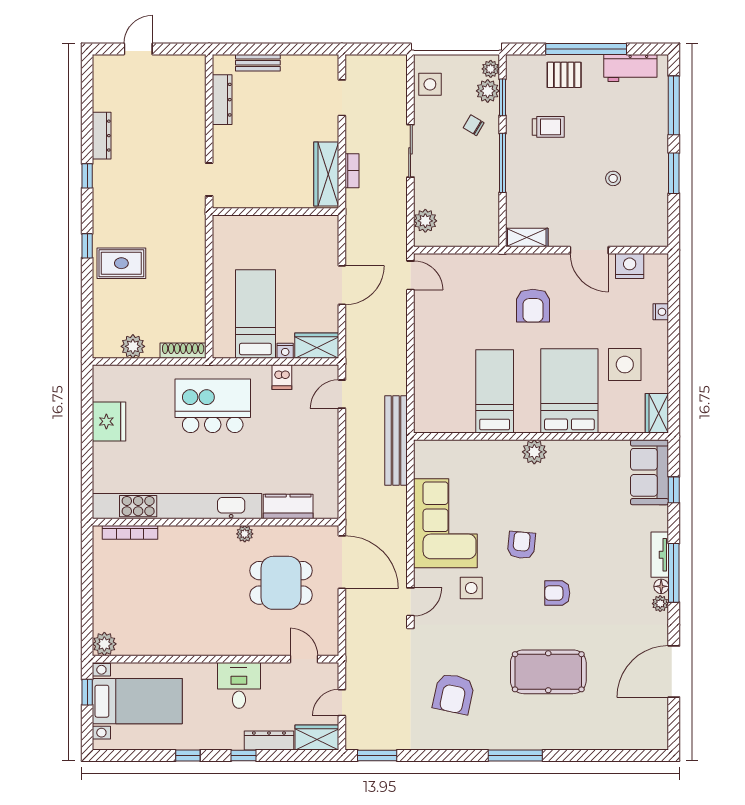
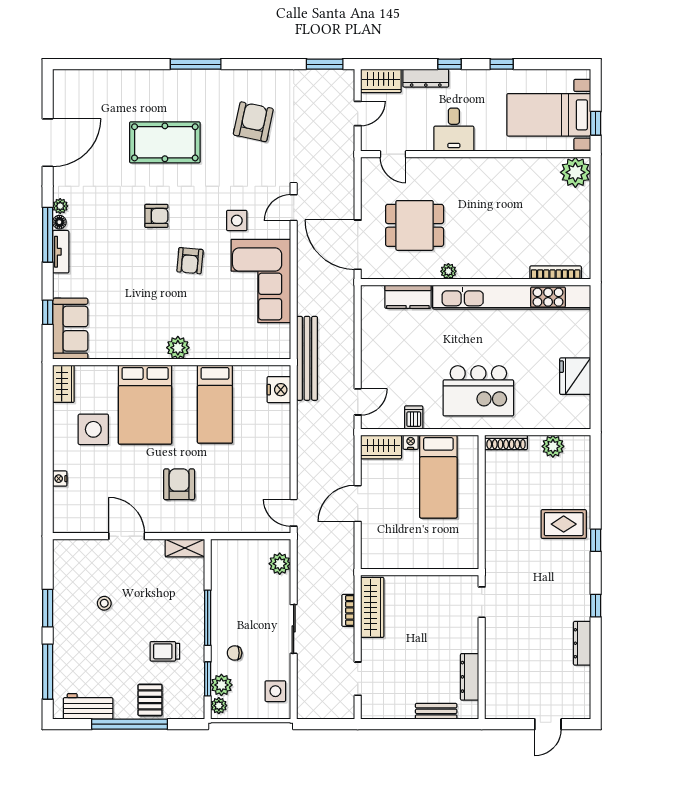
pallet: (564, 75) -> (150, 700), turned 90
chair: (474, 125) -> (235, 653), turned 149
nightstand: (630, 266) -> (279, 390), moved, turned -90
plant: (104, 644) -> (575, 172), width x1.36, depth x1.36

